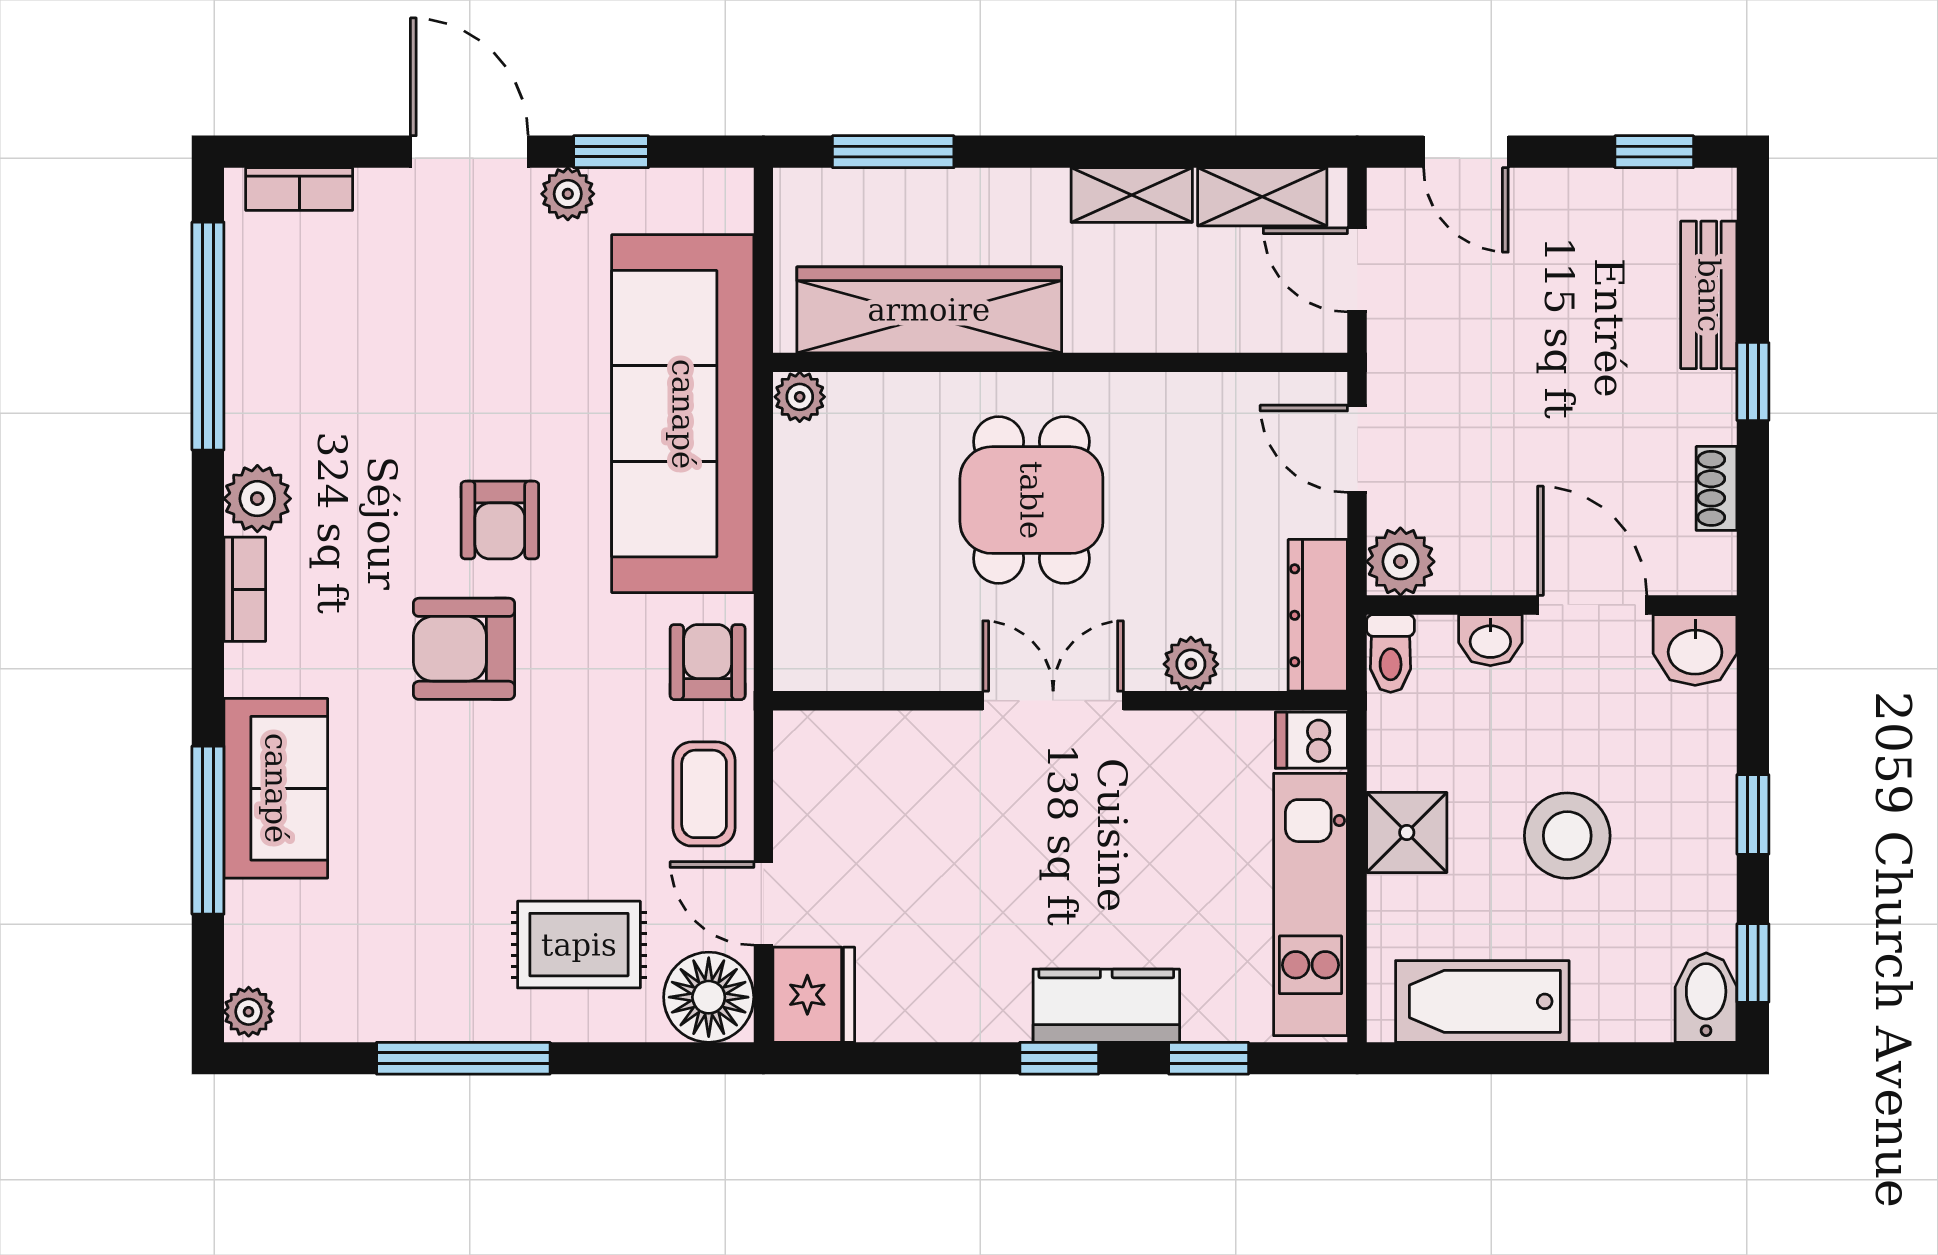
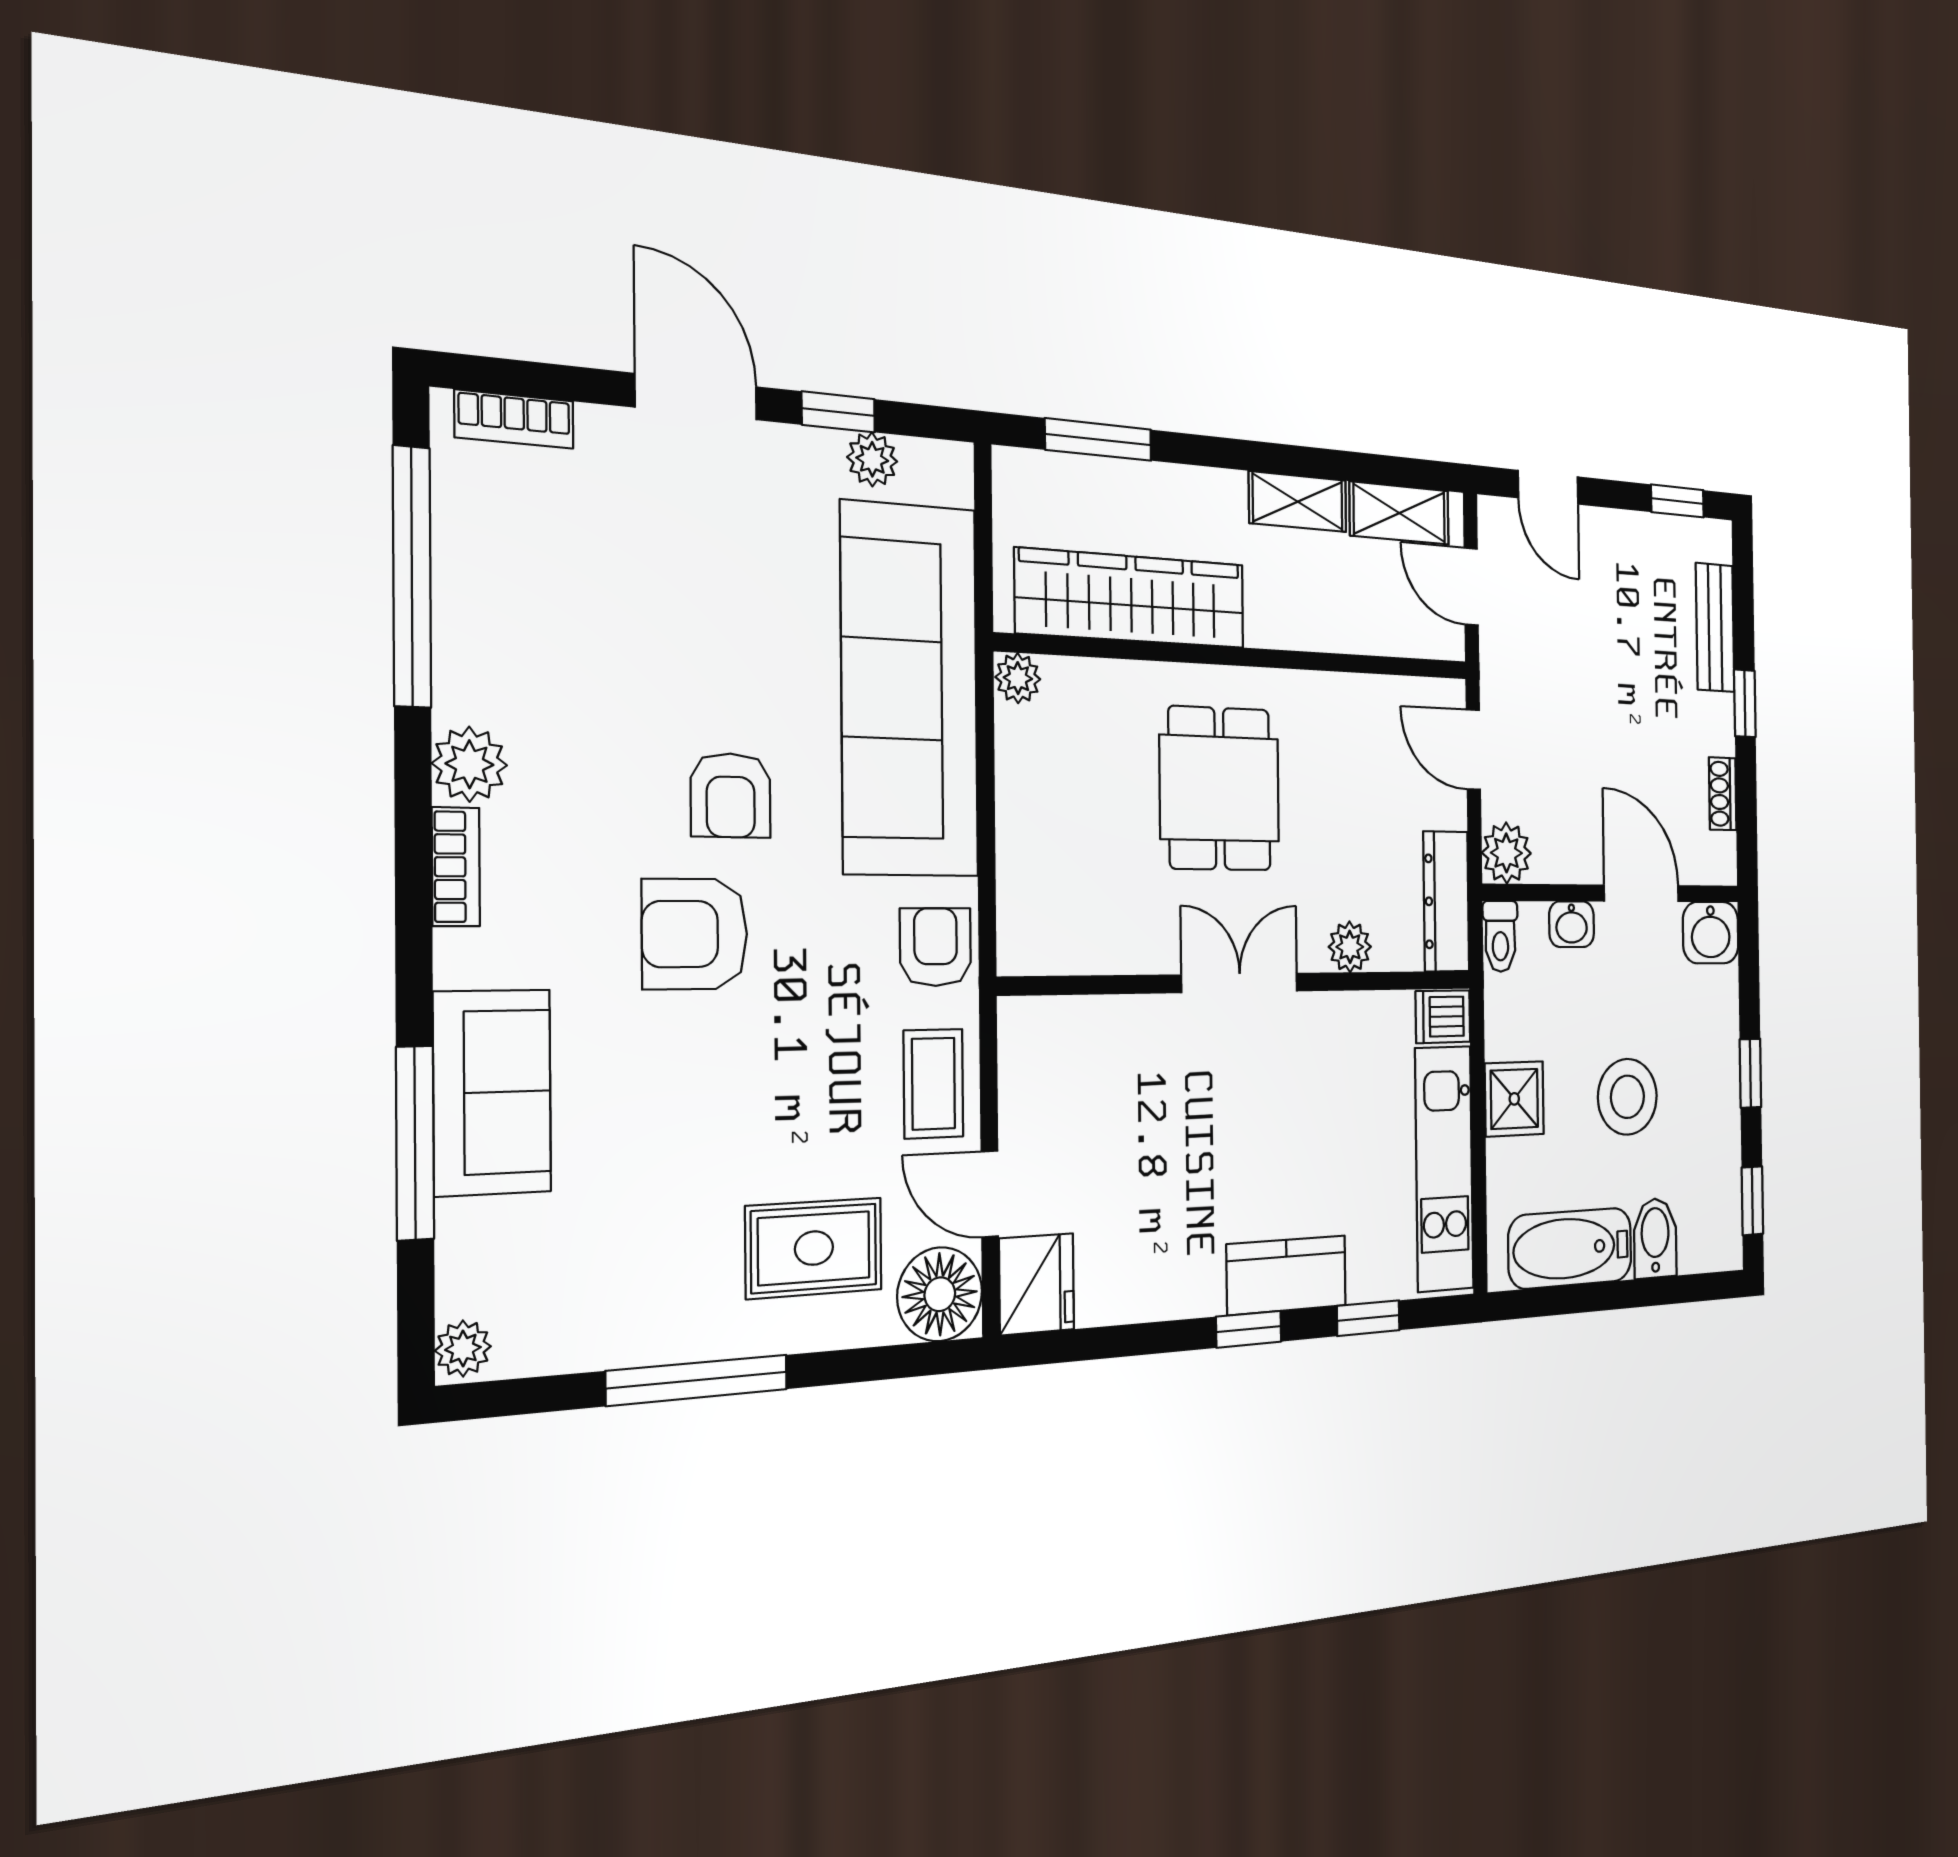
plant: (568, 194) -> (872, 459), moved
bidet: (1706, 998) -> (1655, 1238), moved

